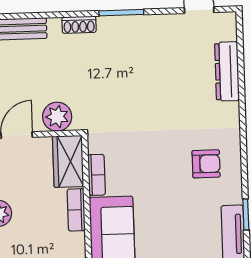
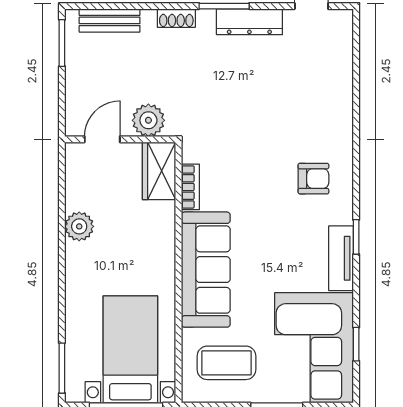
dresser: (227, 71) -> (249, 22), moved, turned -90
bookcase: (76, 210) -> (166, 225), removed

